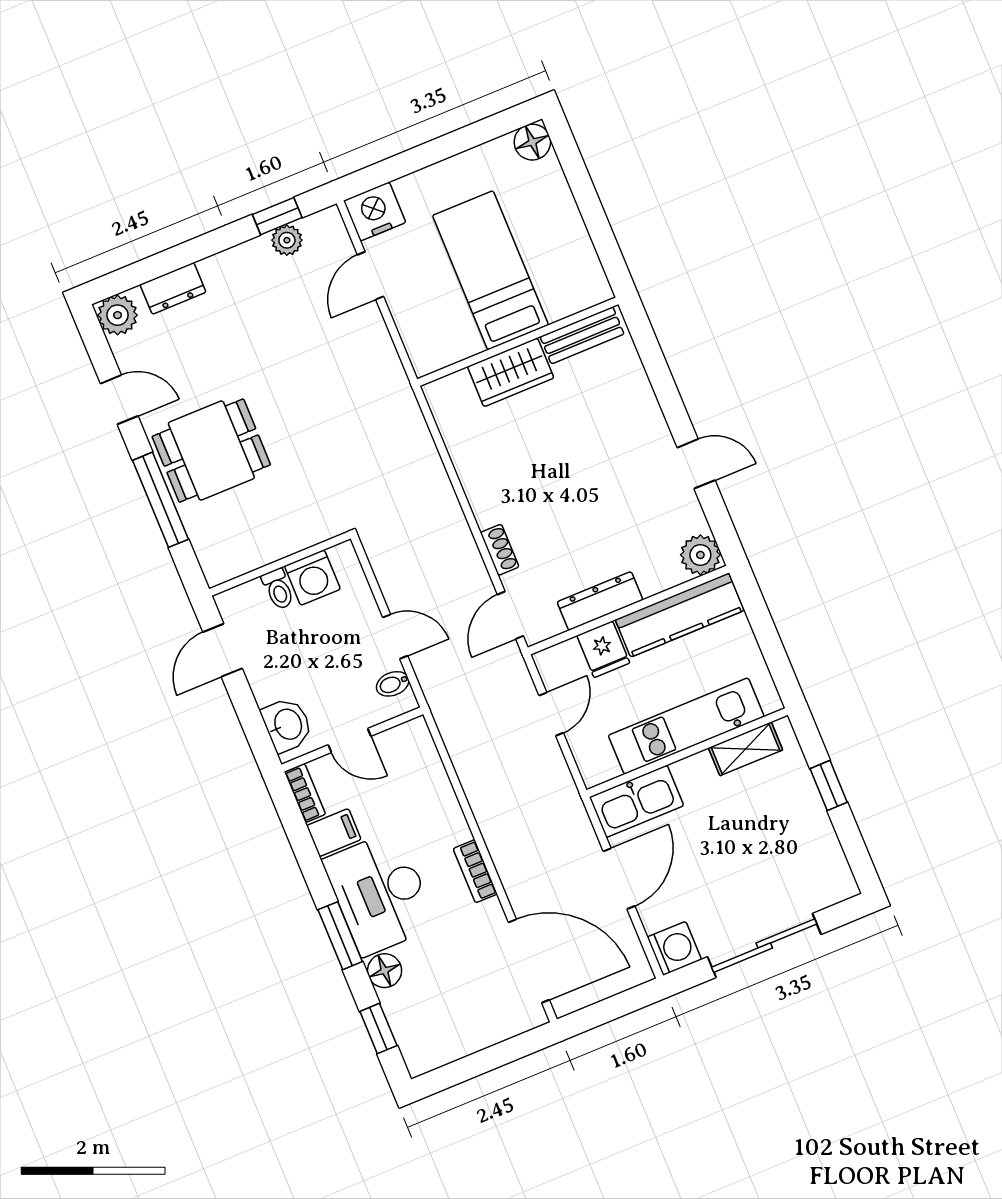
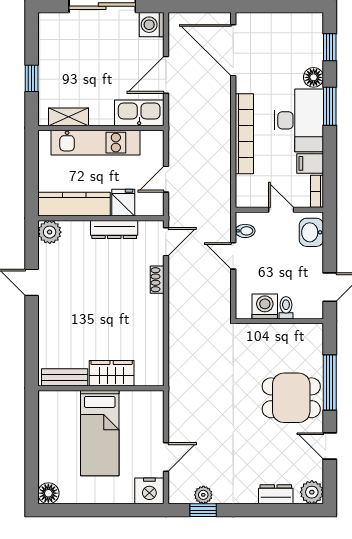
bookcase: (475, 871) -> (244, 134), width x2.31, depth x1.31

